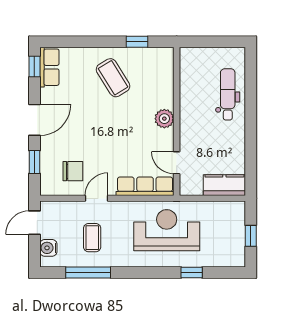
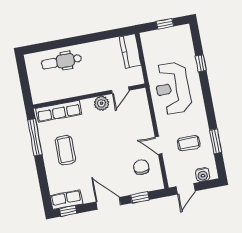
window: (137, 42) -> (35, 137), width x2.17
coffee table: (113, 78) -> (65, 150), turned -58
plant: (164, 119) -> (102, 103), moved
row of seats: (145, 186) -> (59, 111), moved, turned -90
door: (34, 223) -> (186, 189), hinge flipped
window: (88, 272) -> (216, 141), width x0.69

